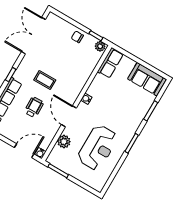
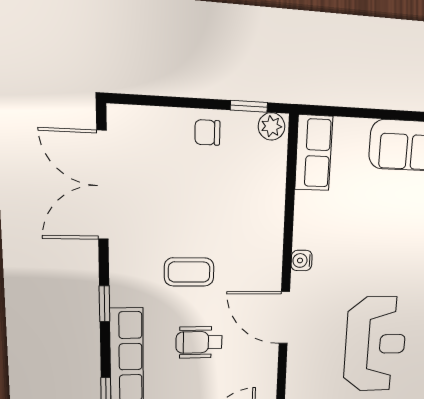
wheelchair: (34, 107) -> (199, 342), turned -88
plant: (64, 142) -> (301, 373), removed

